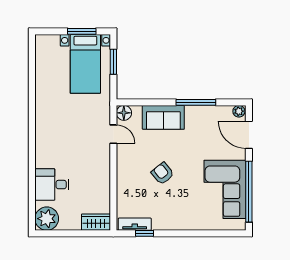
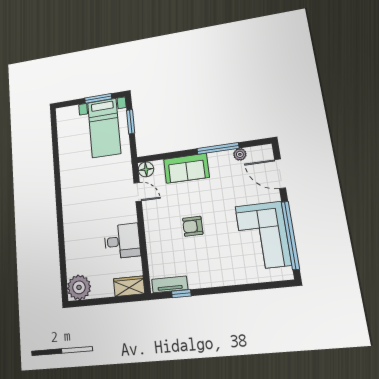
plant: (239, 111) -> (240, 154), moved
armchair: (163, 173) -> (193, 226), turned -51
desk: (52, 185) -> (122, 241), moved, turned 180

